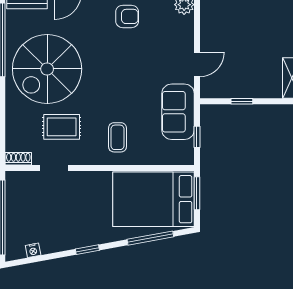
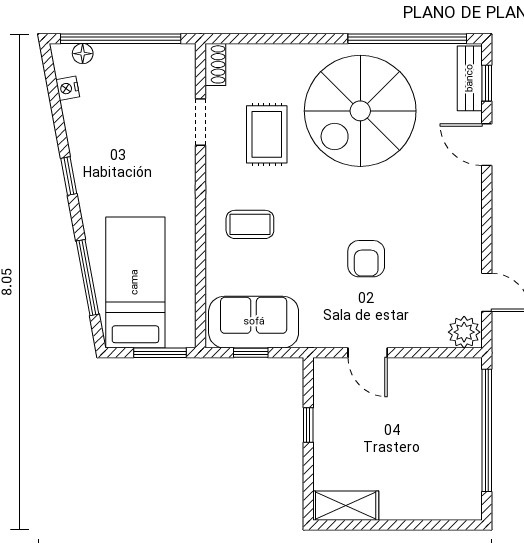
armchair: (127, 16) -> (366, 259), moved
spiral stairs: (47, 69) -> (360, 111), turned -90
sofa: (178, 112) -> (254, 322), moved
bed: (153, 199) -> (135, 282), width x0.67
floor lamp: (12, 241) -> (83, 54), added

